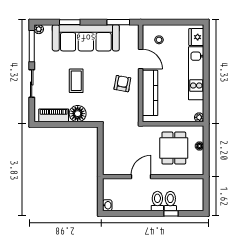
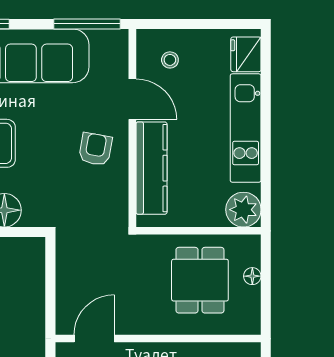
window: (118, 22) -> (87, 24), width x1.44
plant: (199, 117) -> (243, 210), width x1.88, depth x1.88
door: (141, 177) -> (94, 339), moved

